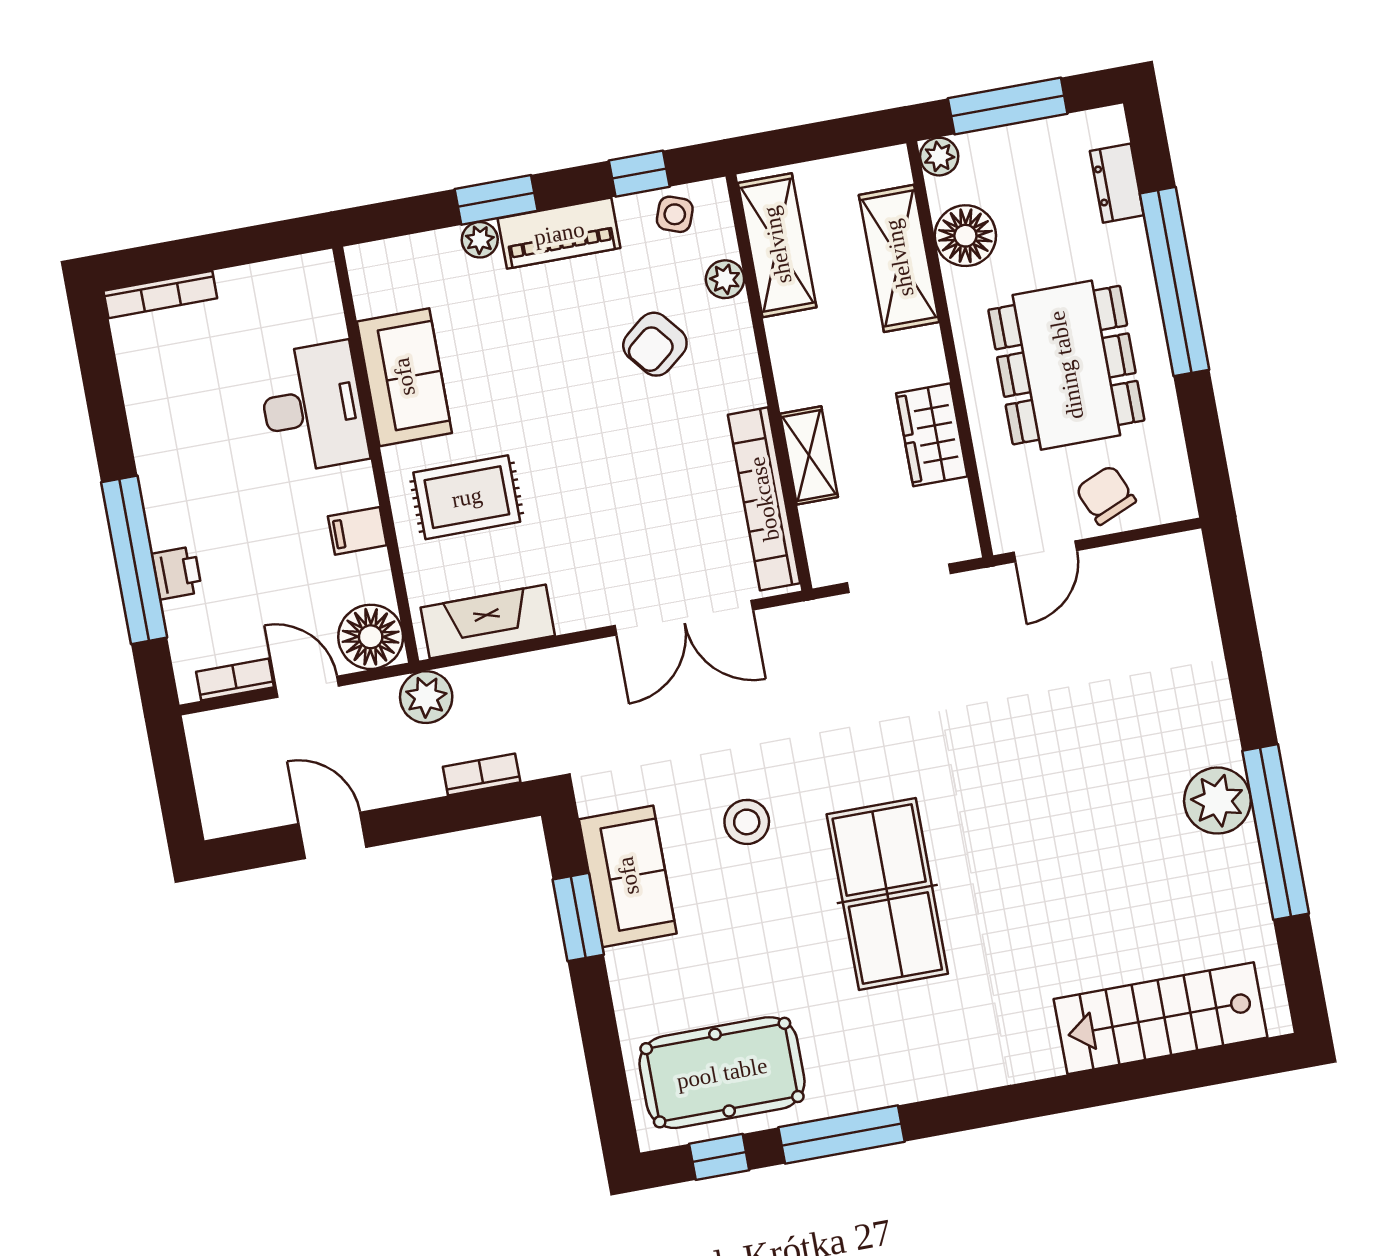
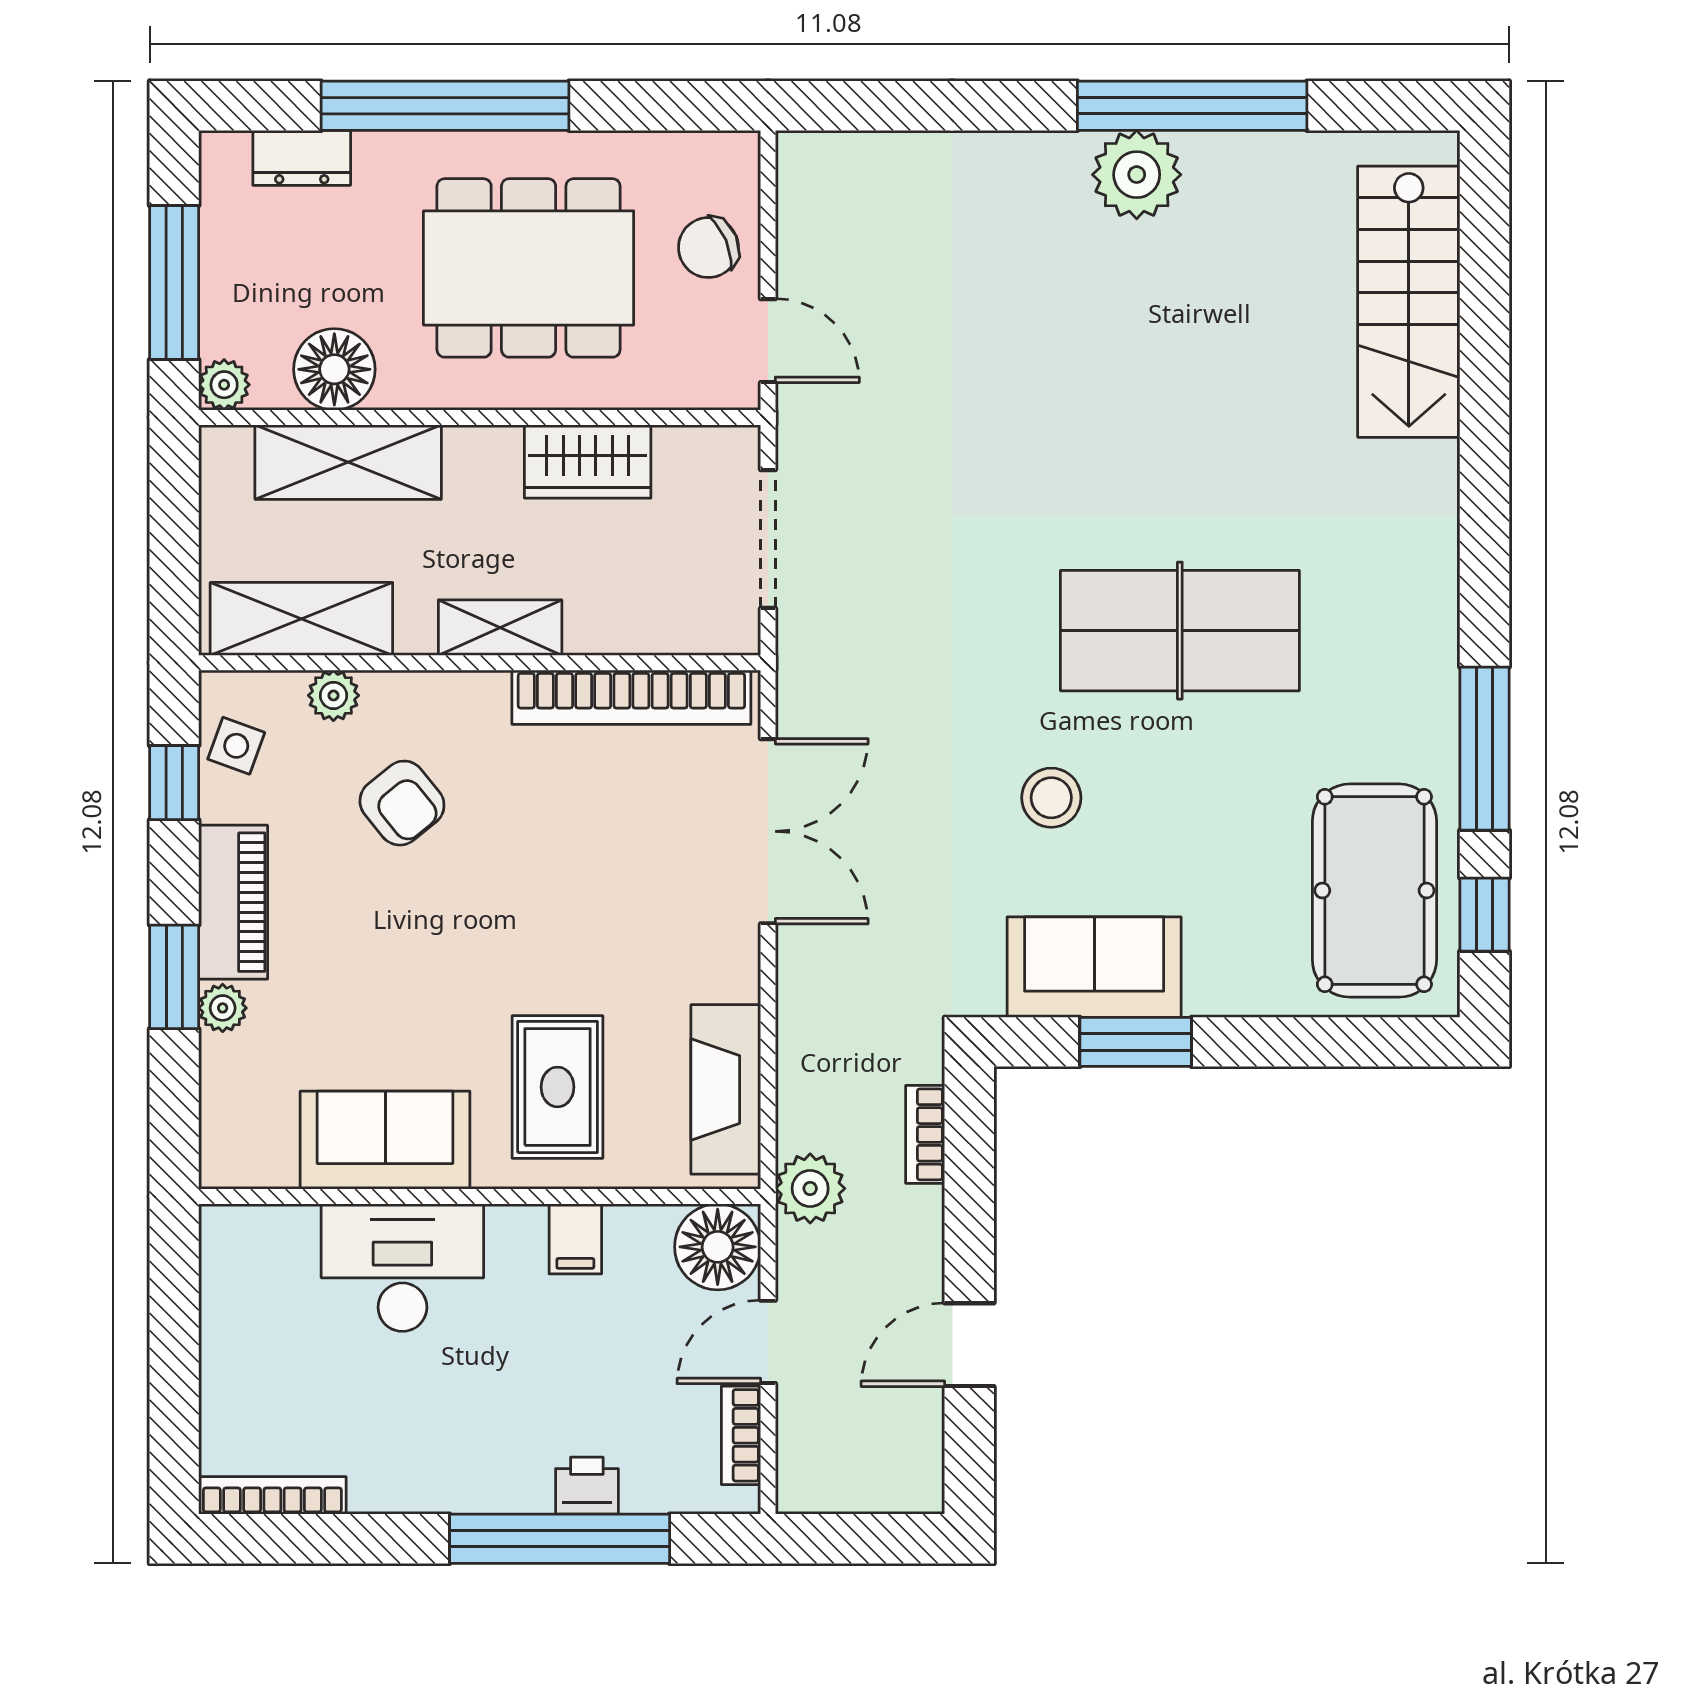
bookcase: (160, 295) -> (272, 1495), moved, turned -90
shelving: (809, 455) -> (500, 628), moved

